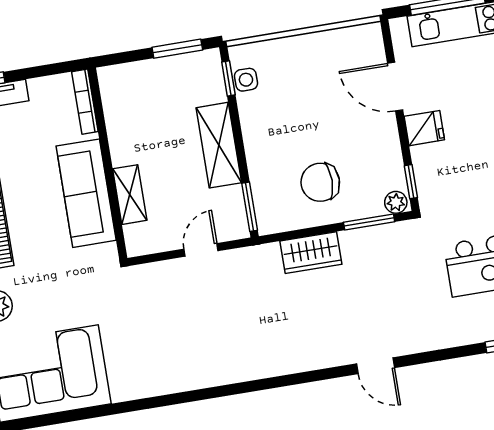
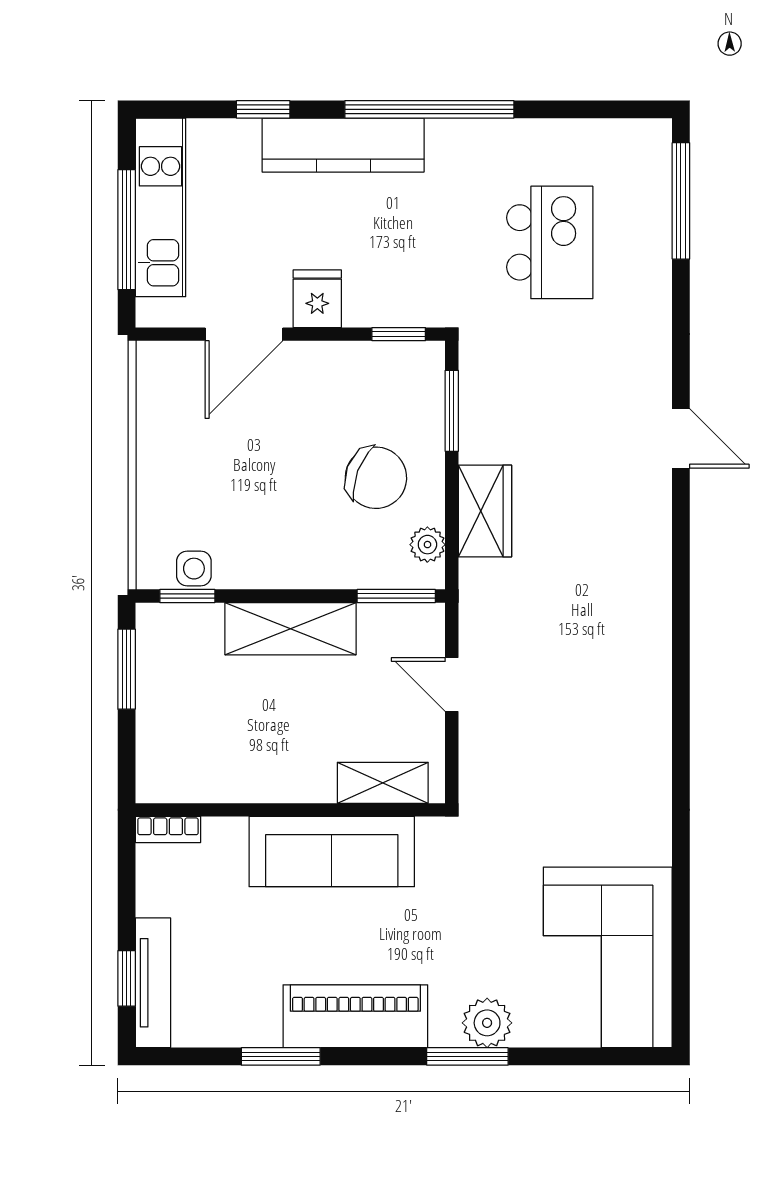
bookcase: (85, 102) -> (168, 829), width x0.64
chair: (320, 182) -> (376, 478), turned -69
shelving: (130, 195) -> (383, 783), moved
plant: (396, 202) -> (427, 545), moved
door: (375, 366) -> (681, 438), hinge flipped

